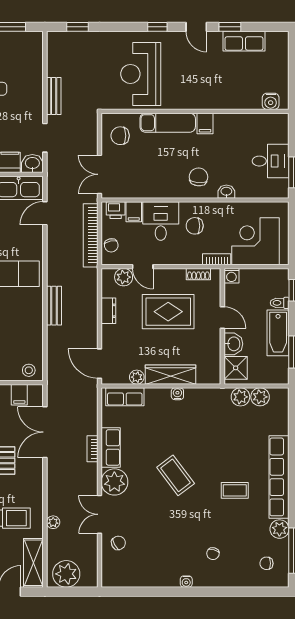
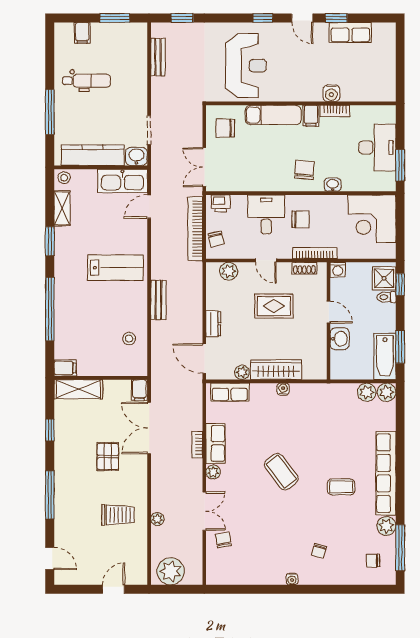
reception desk: (141, 74) -> (246, 66), turned 180
bench: (54, 96) -> (158, 57), moved
water cooler: (271, 101) -> (331, 93), moved
bookcase: (229, 119) -> (335, 111), added
desk: (271, 161) -> (377, 147), width x1.37
filing cabinet: (134, 212) -> (239, 205), removed
chair: (195, 226) -> (301, 219), turned 180
corner desk: (256, 241) -> (372, 219), moved, turned -90
bookcase: (217, 259) -> (315, 253), width x1.56
door: (143, 267) -> (266, 260), moved
dresser: (108, 311) -> (213, 324), moved
rug: (168, 312) -> (274, 306), width x0.73, depth x0.70
bathtub: (278, 333) -> (385, 356), moved
shower: (236, 368) -> (384, 278), moved
stool: (29, 370) -> (129, 339), moved
filing cabinet: (19, 395) -> (139, 390), moved
plant: (240, 397) -> (387, 392), moved
plant: (114, 482) -> (213, 472), width x0.53, depth x0.53
double door: (99, 514) -> (204, 511), swing flipped
chair: (118, 543) -> (223, 540), turned -71
shelving: (33, 563) -> (137, 560), removed

